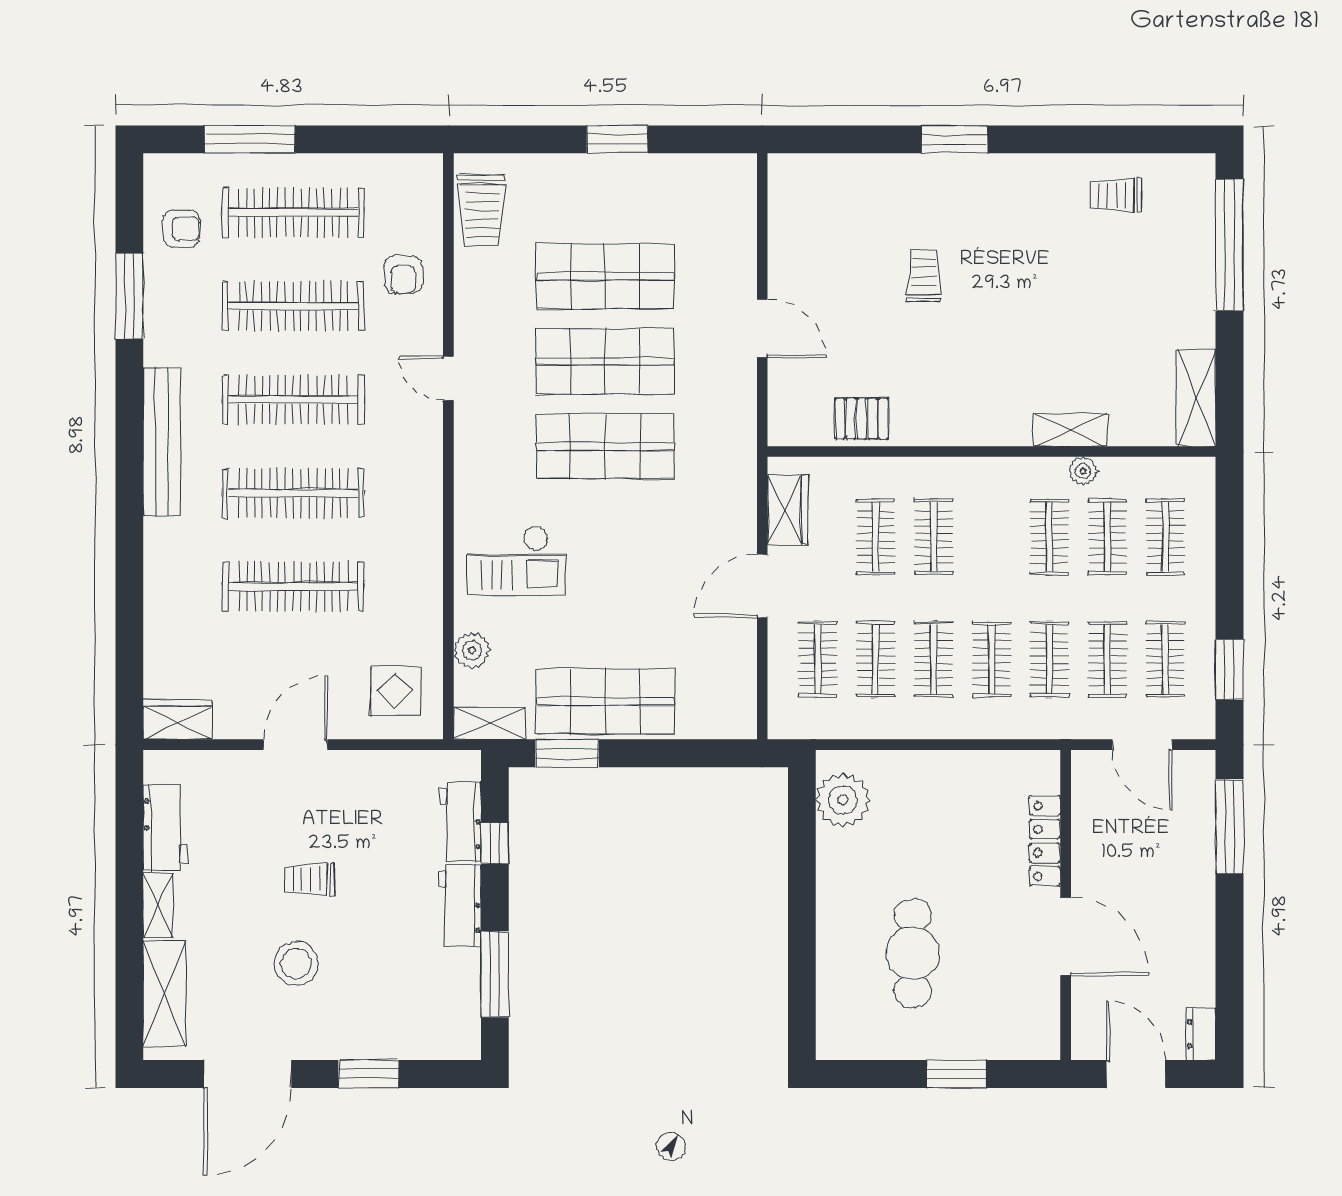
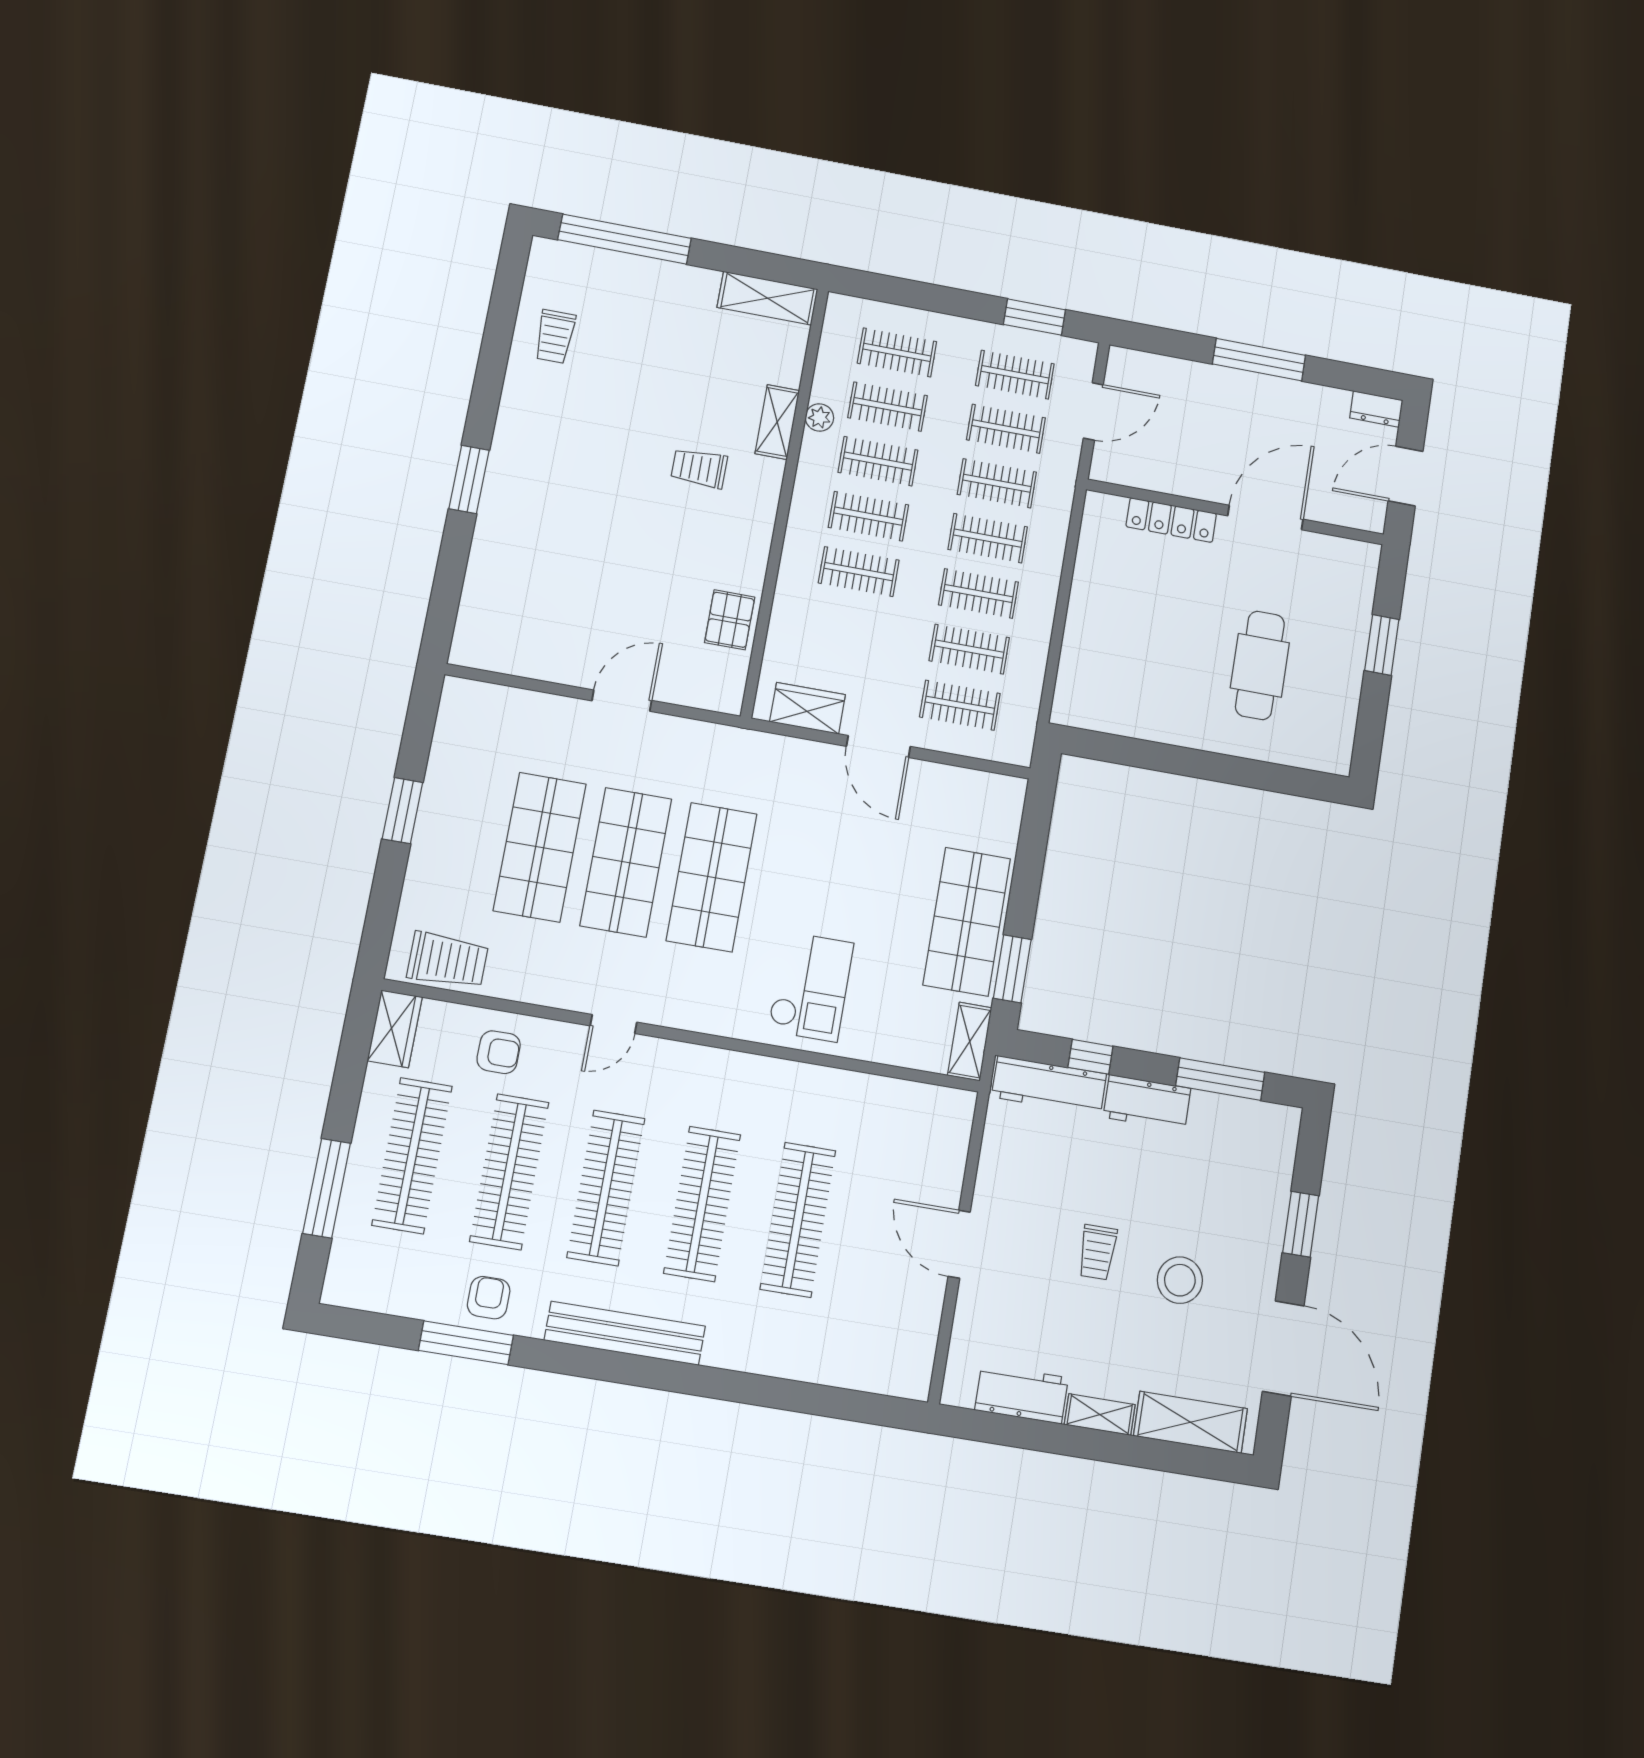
armchair: (181, 229) -> (489, 1298), moved
trolley: (923, 276) -> (699, 468), moved
clothes rail: (876, 537) -> (868, 516), moved
plant: (472, 650) -> (894, 1047), removed
display table: (395, 691) -> (922, 1132), removed
wardrobe: (178, 720) -> (395, 1029), moved, turned 180
plant: (843, 800) -> (1101, 706), removed
workbench: (461, 822) -> (1049, 1085), width x1.38
window: (1229, 827) -> (1259, 360), moved
cafe table: (913, 953) -> (1260, 665), turned 90

